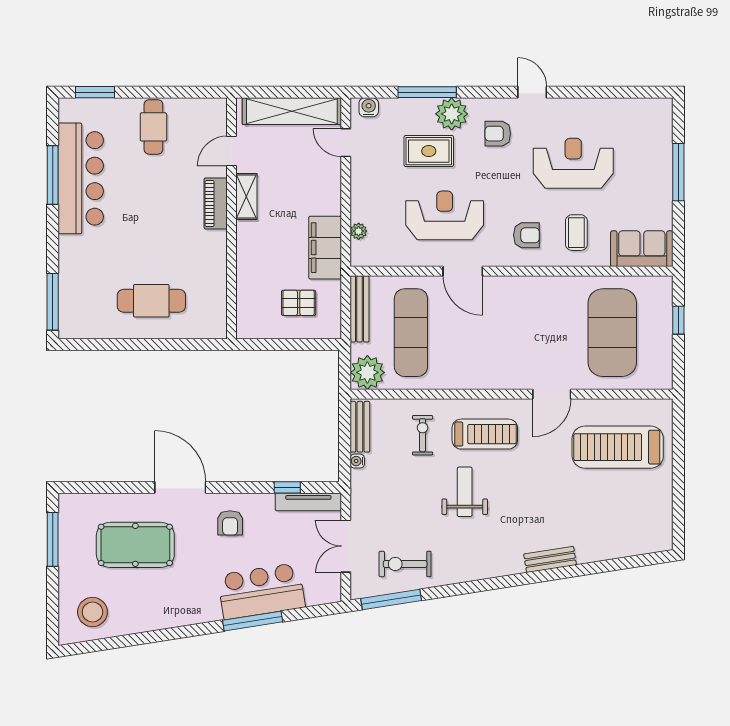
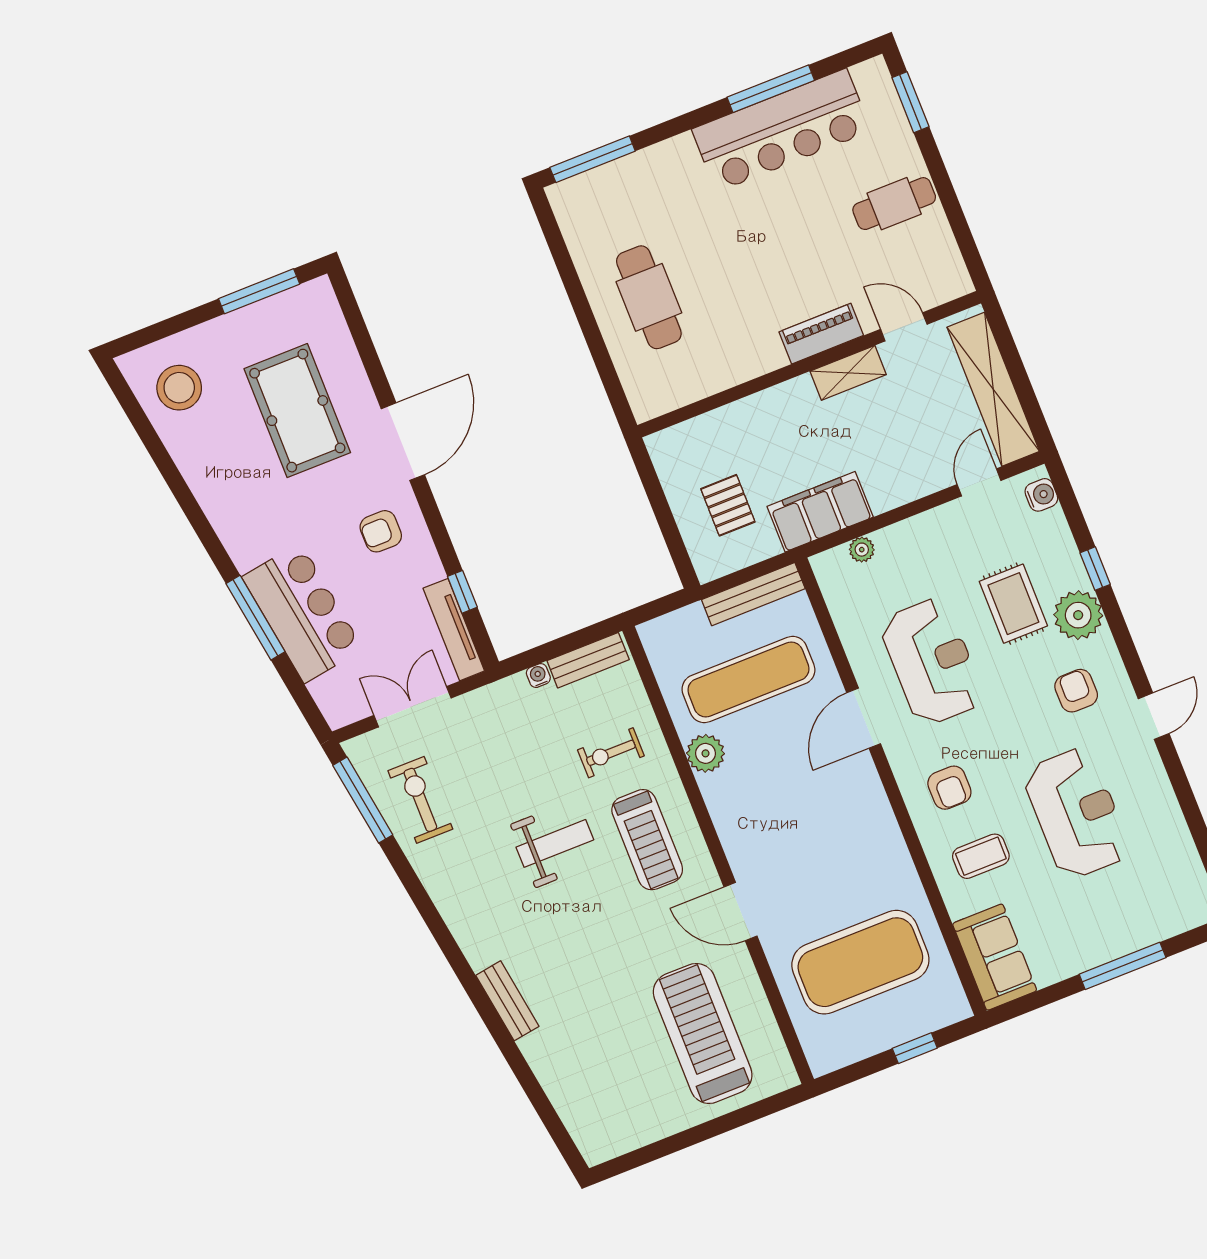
window: (427, 92) -> (1095, 569), width x0.46
plant: (367, 372) -> (706, 753), moved, width x0.73, depth x0.73
exercise bike: (423, 435) -> (611, 753), turned 180

